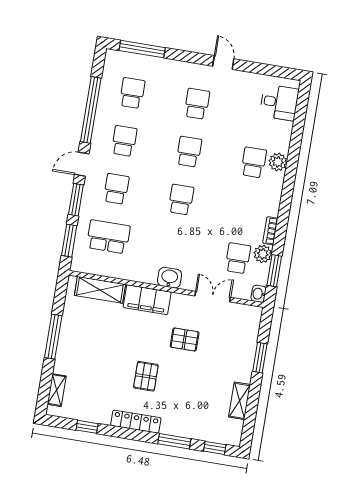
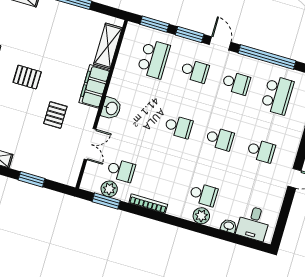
school desk: (132, 93) -> (277, 95), width x1.85
bookcase: (270, 231) -> (148, 204), width x1.56
plant: (263, 254) -> (109, 189), moved
washbasin: (259, 294) -> (229, 226), moved

